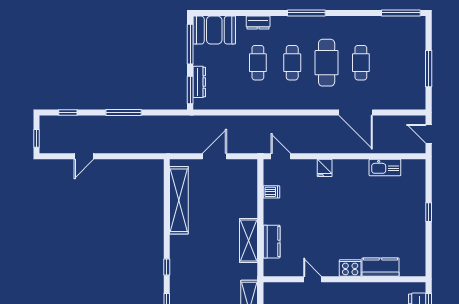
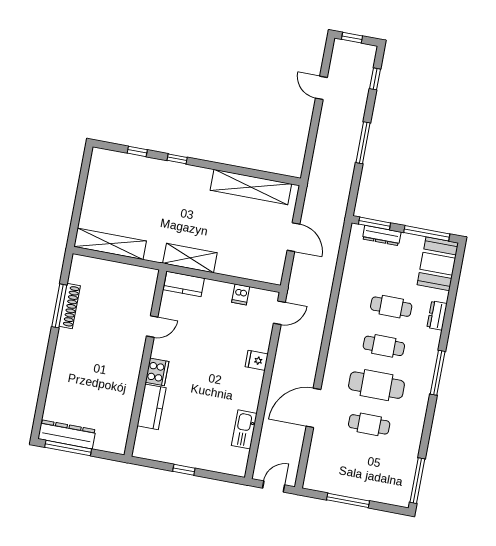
kitchen counter: (380, 267) -> (152, 407), moved
cooker: (350, 268) -> (157, 372), moved
door: (313, 279) -> (152, 327), moved
wall: (344, 279) -> (145, 363), moved

